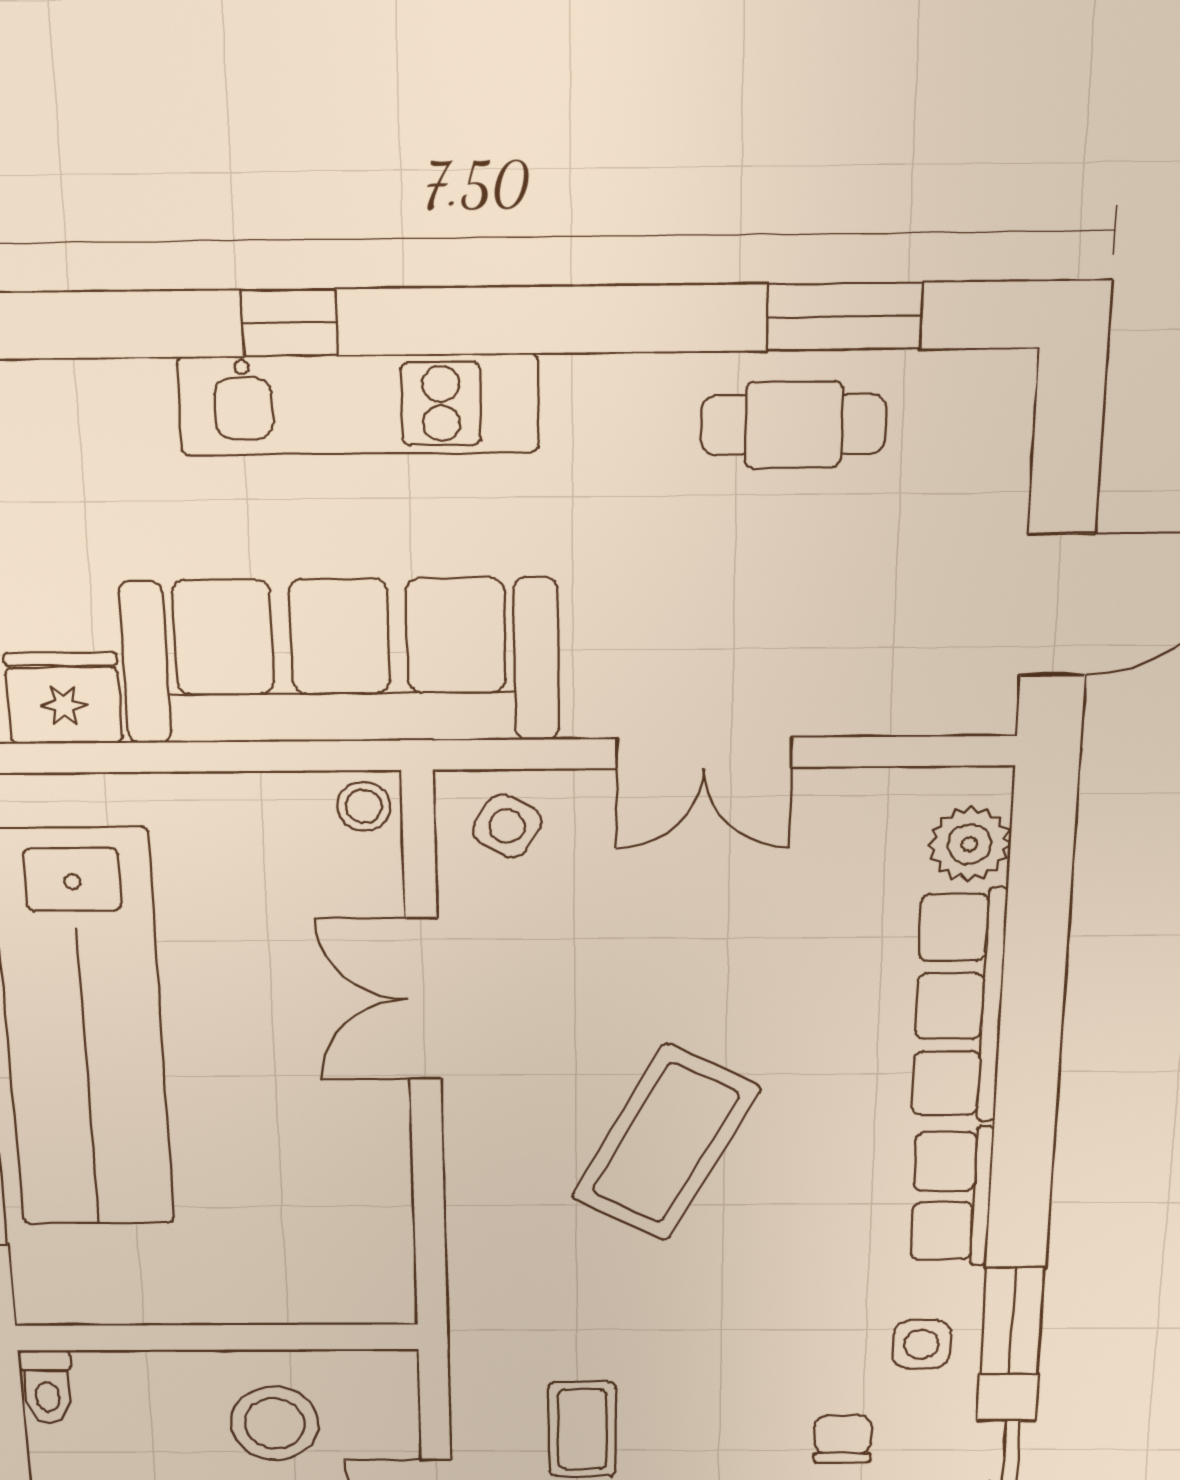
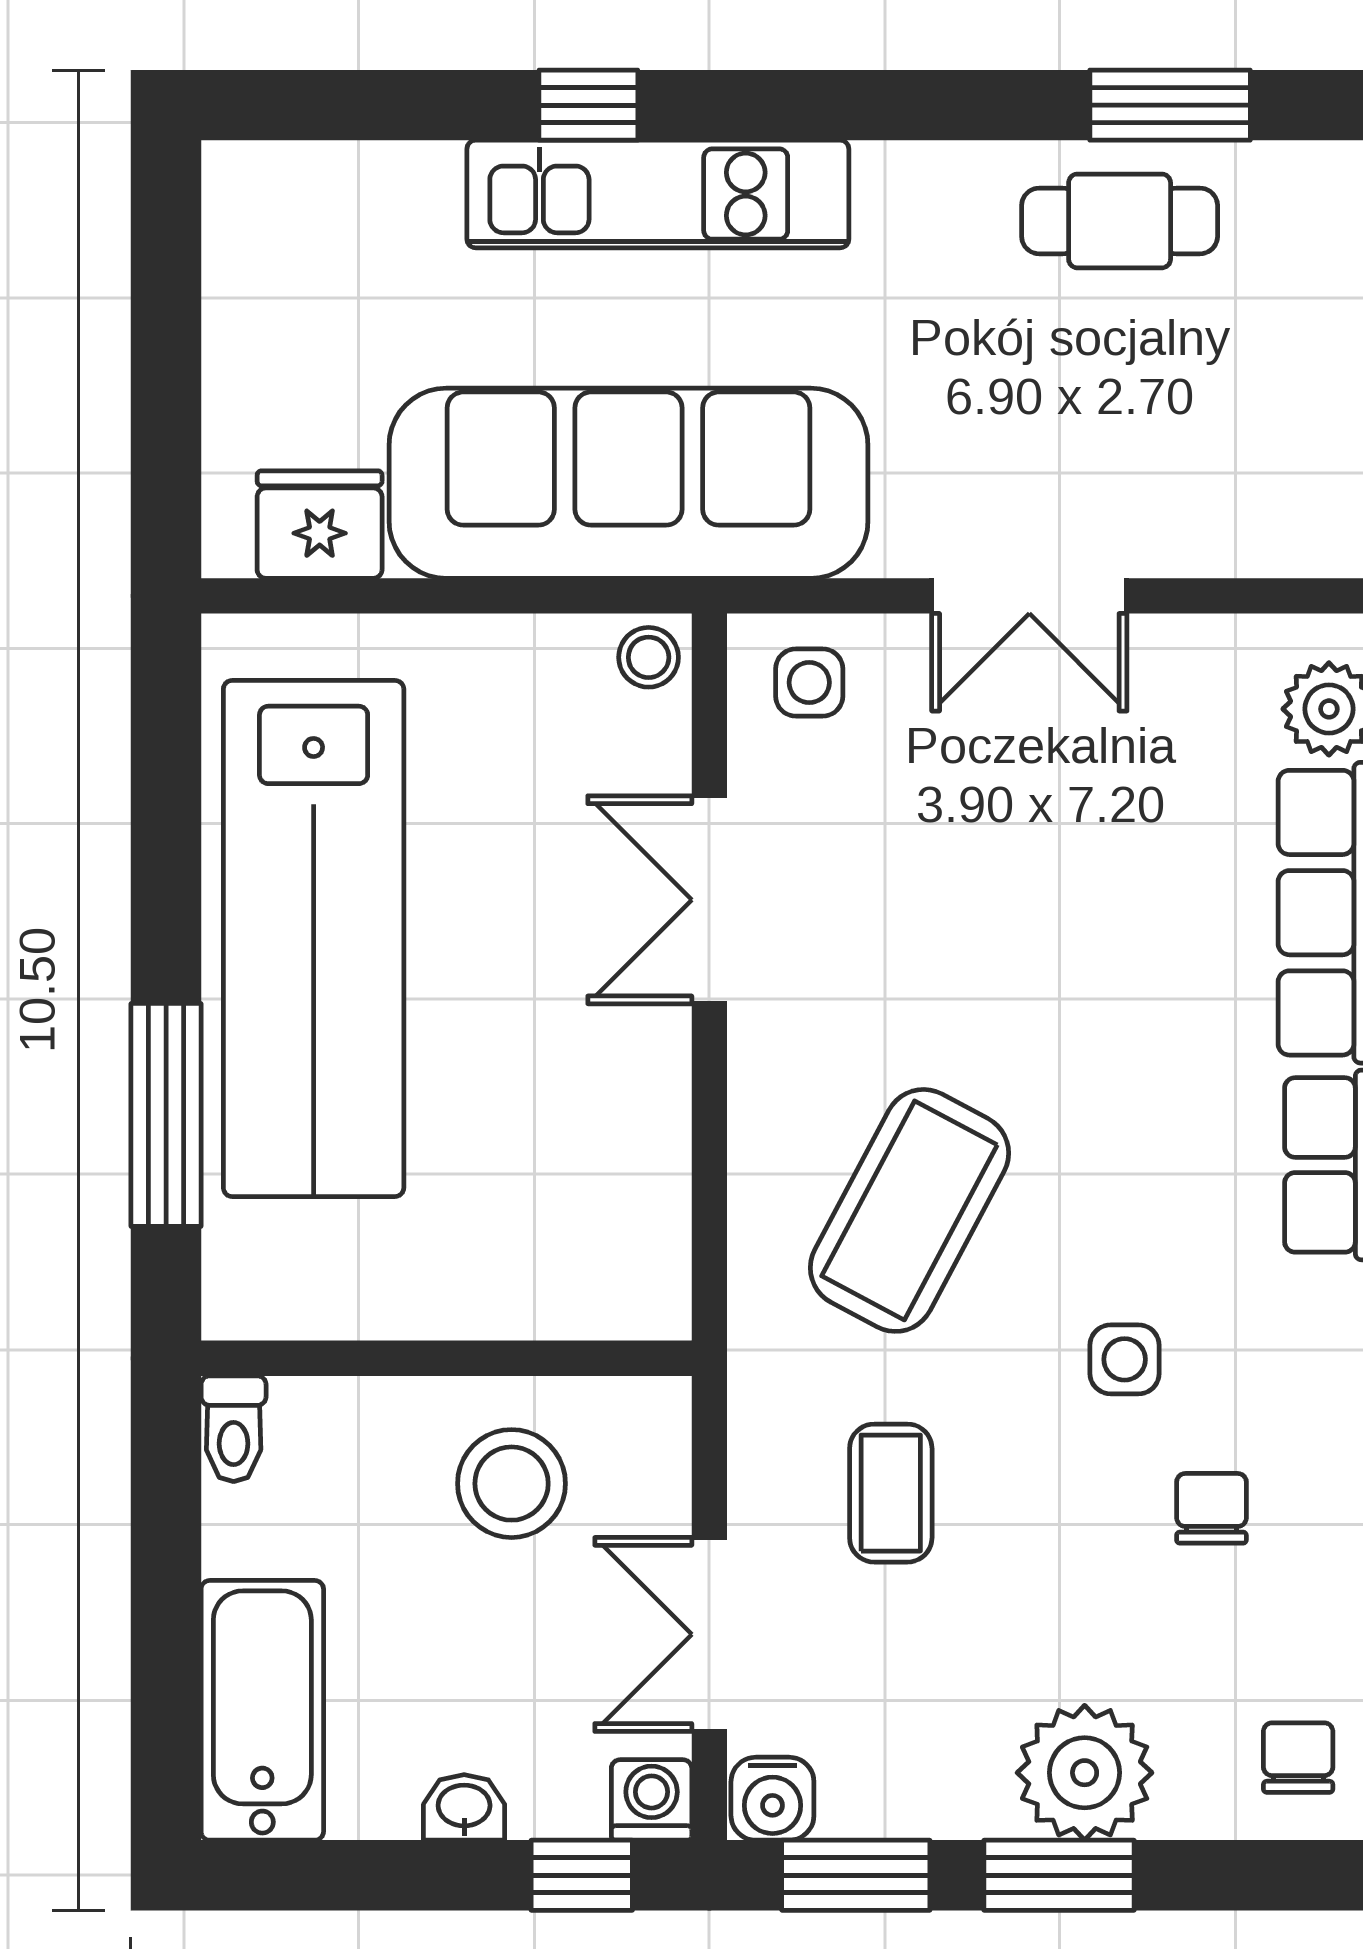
side table: (507, 826) -> (809, 683), turned -30
coffee table: (666, 1143) -> (910, 1210), moved
side table: (922, 1344) -> (1125, 1359), moved

